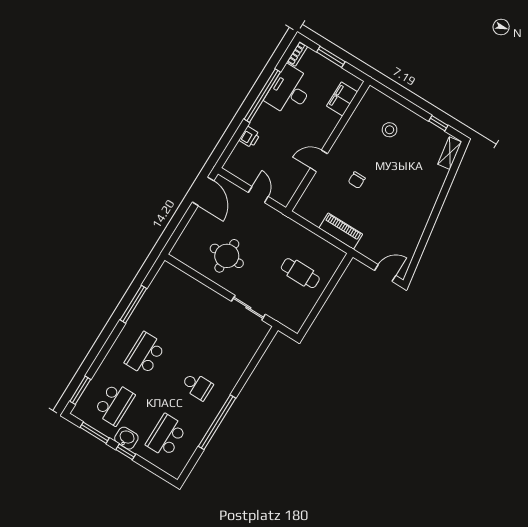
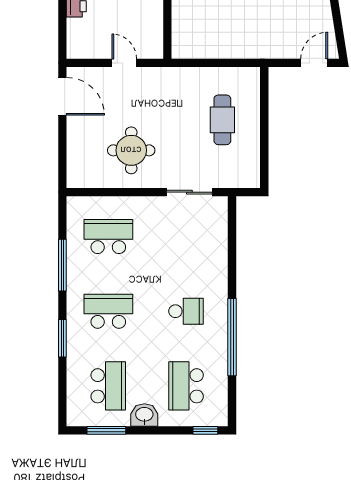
piano: (341, 231) -> (238, 47), removed
cafe table: (300, 273) -> (222, 120), turned 90
school desk: (176, 304) -> (108, 237), added
school desk: (145, 354) -> (108, 311), turned 90
window: (80, 390) -> (62, 338), moved
window: (126, 452) -> (205, 430), moved

